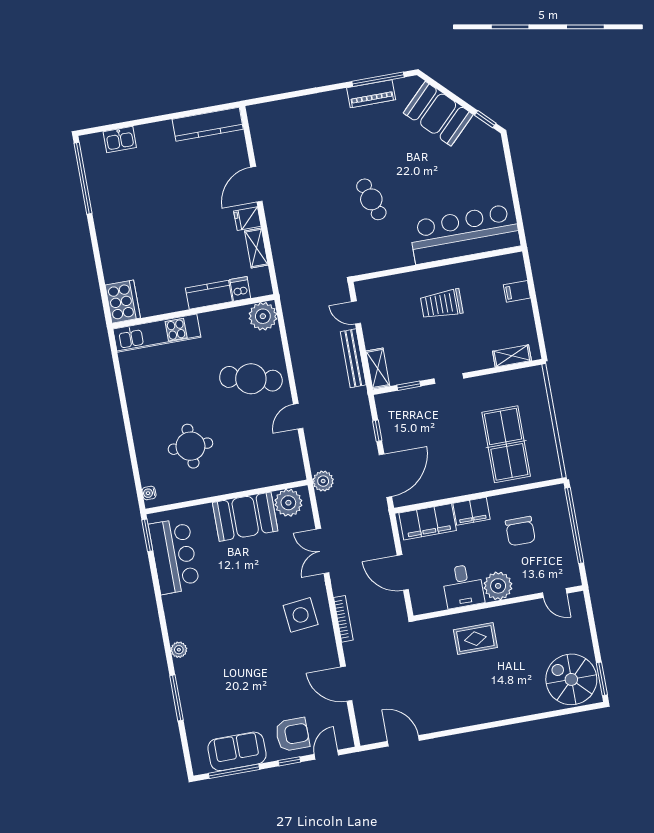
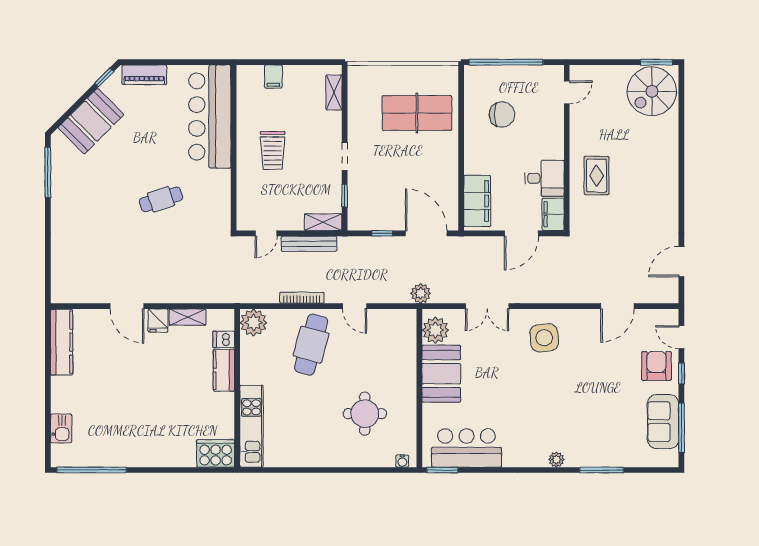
piano: (371, 94) -> (144, 75), moved, turned 90
filing cabinet: (471, 511) -> (553, 214), moved, turned 180
plant: (498, 586) -> (550, 145), removed
bookcase: (343, 619) -> (302, 298), moved

